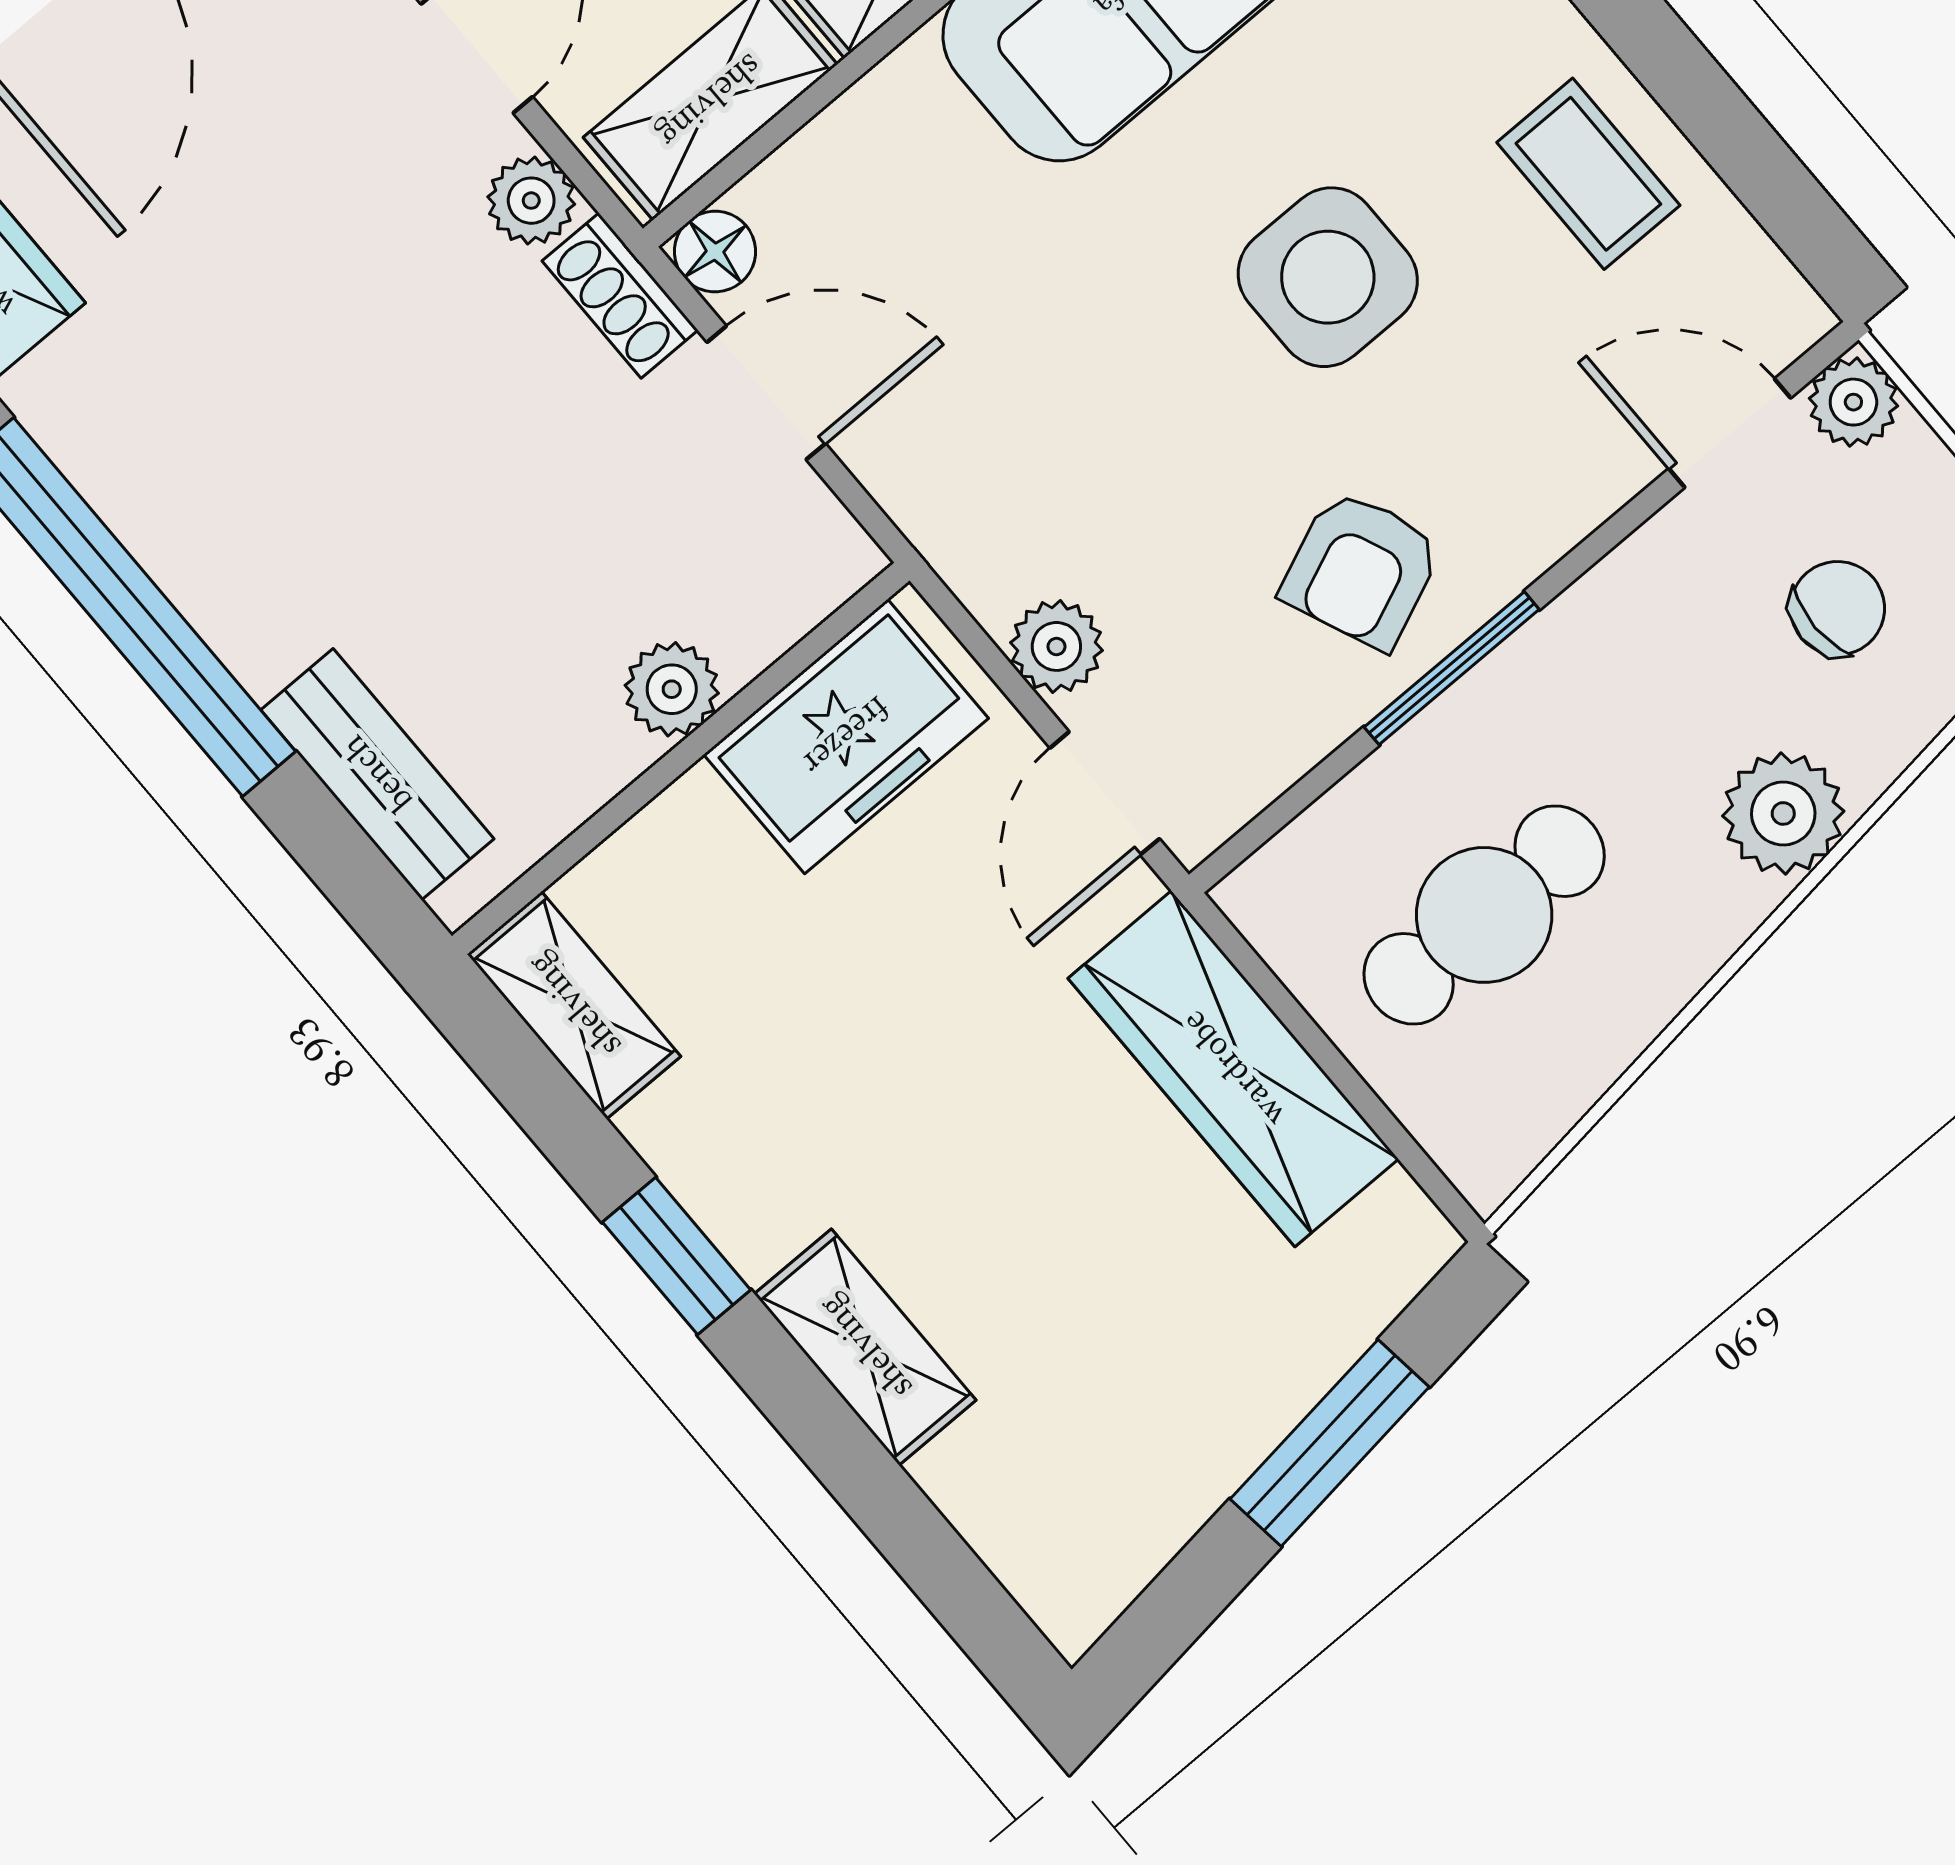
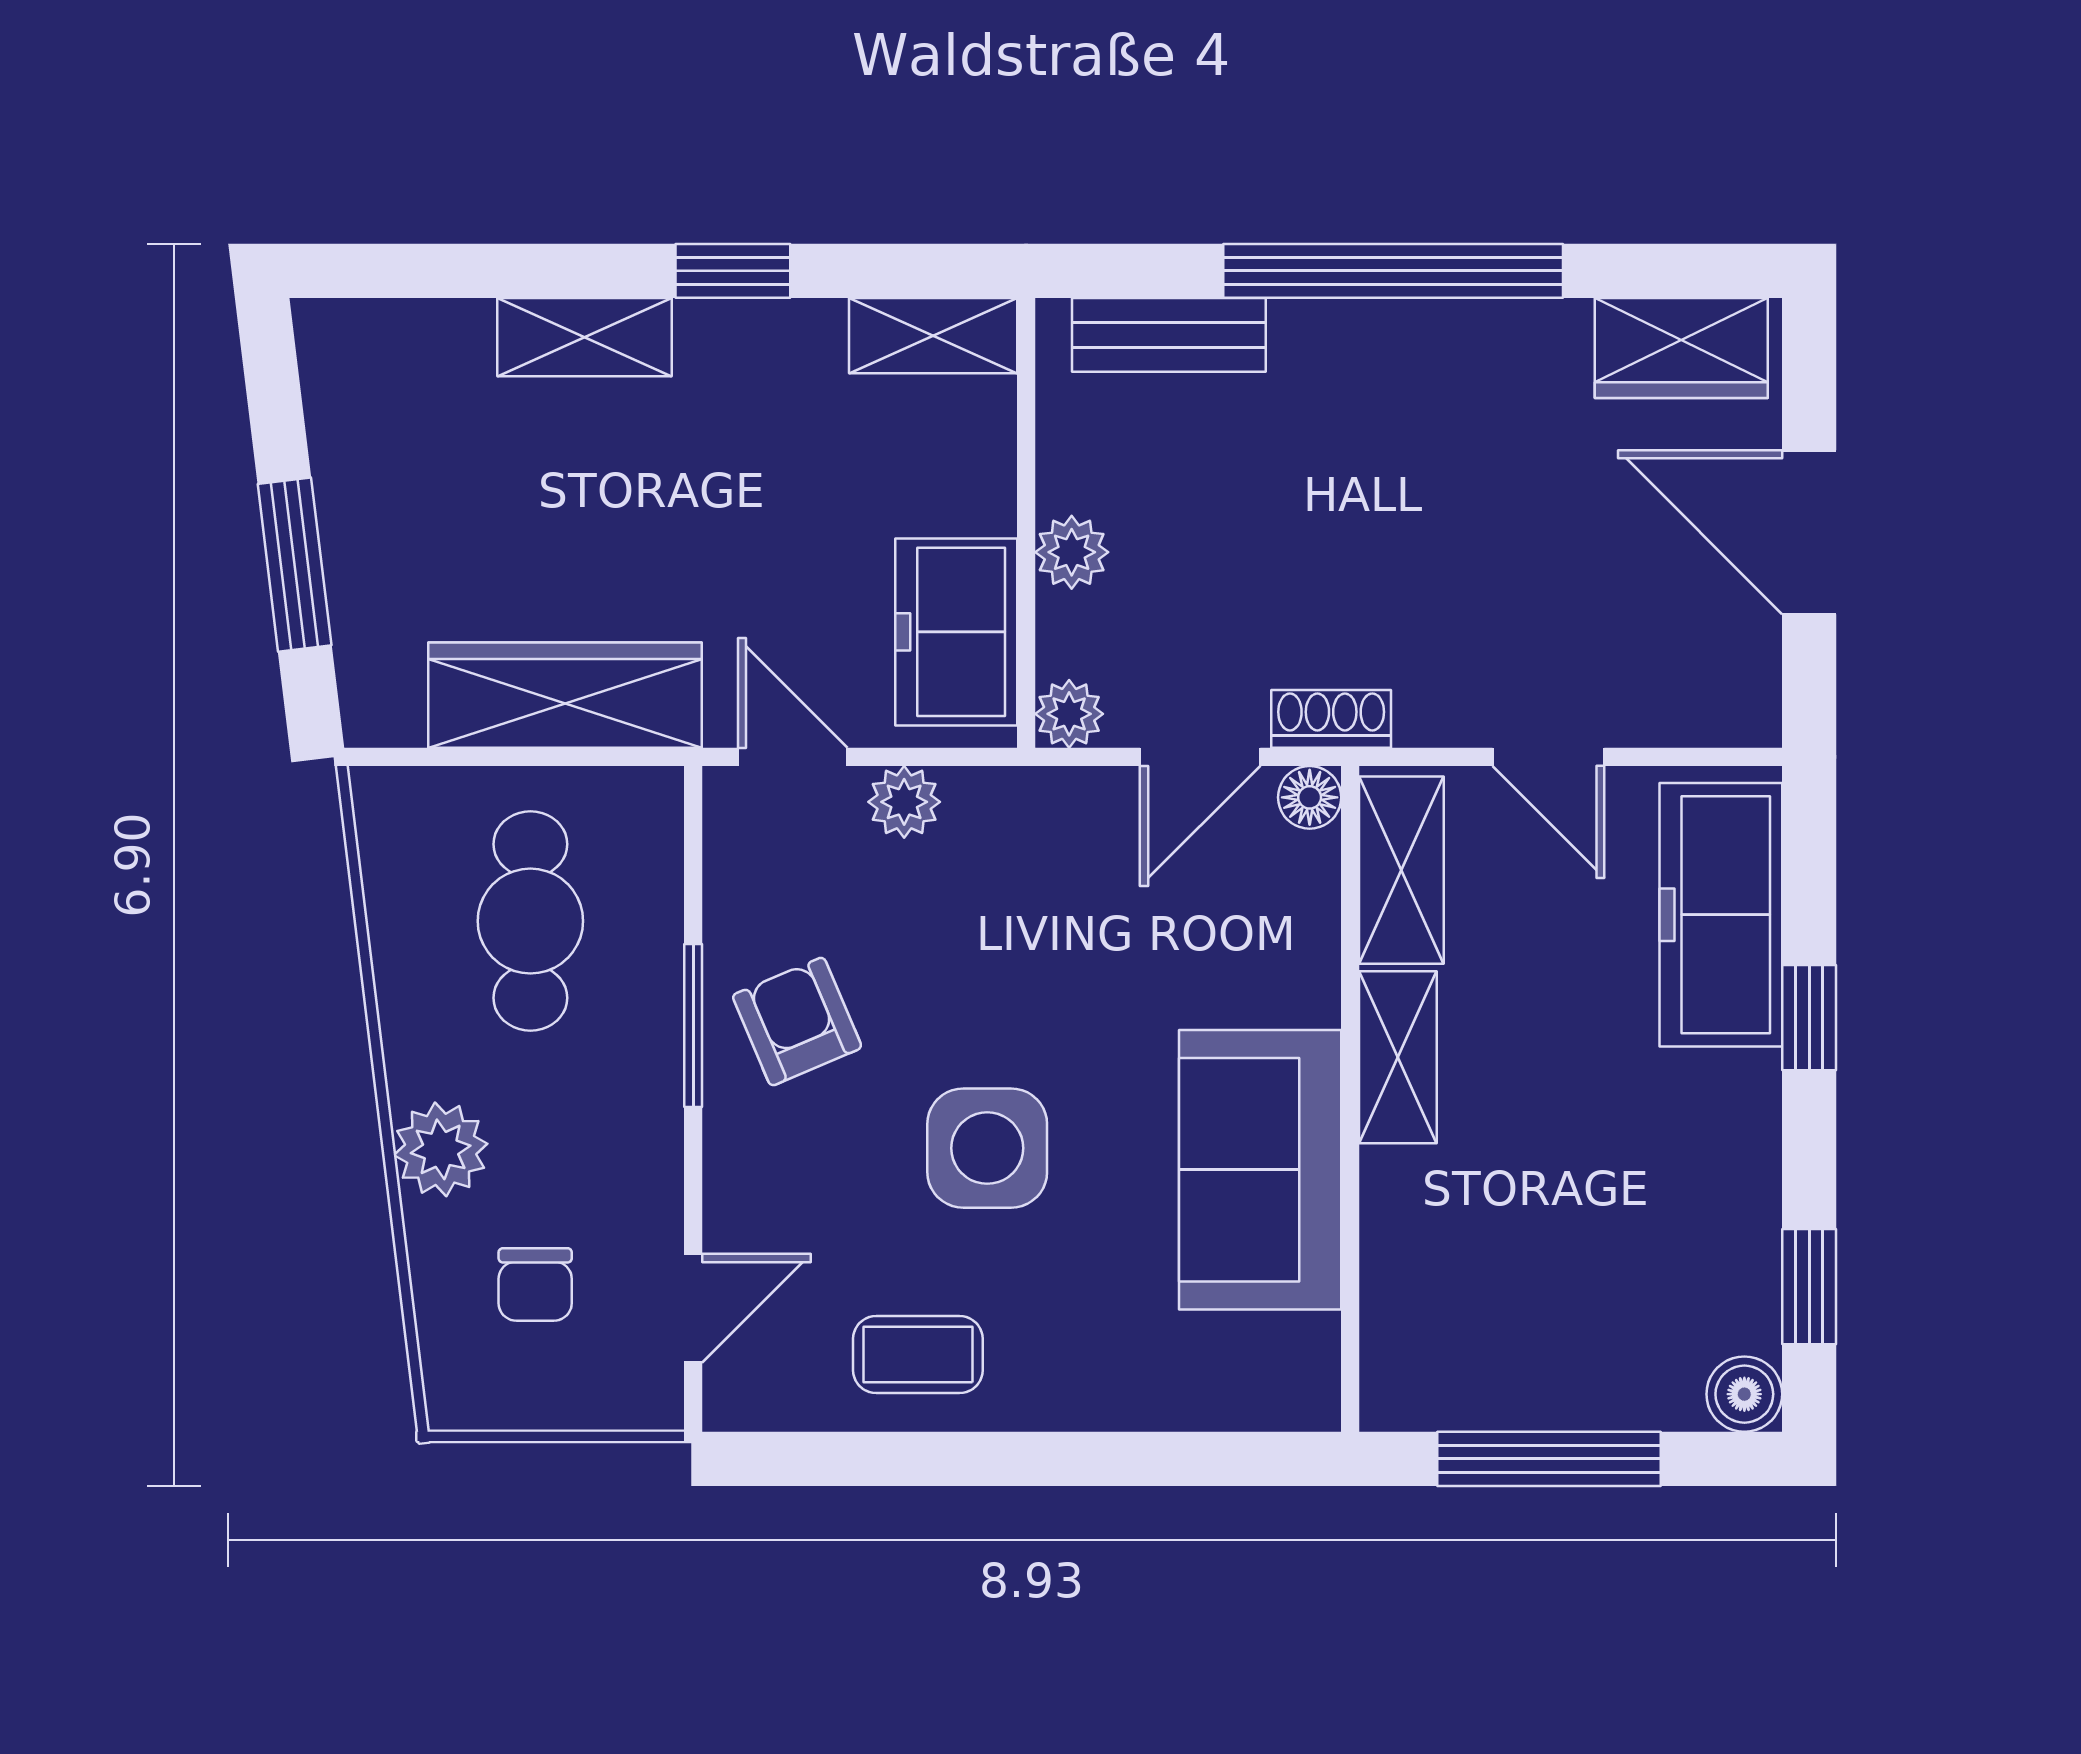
plant: (531, 201) -> (1069, 714), moved
plant: (1853, 402) -> (650, 1397), removed

